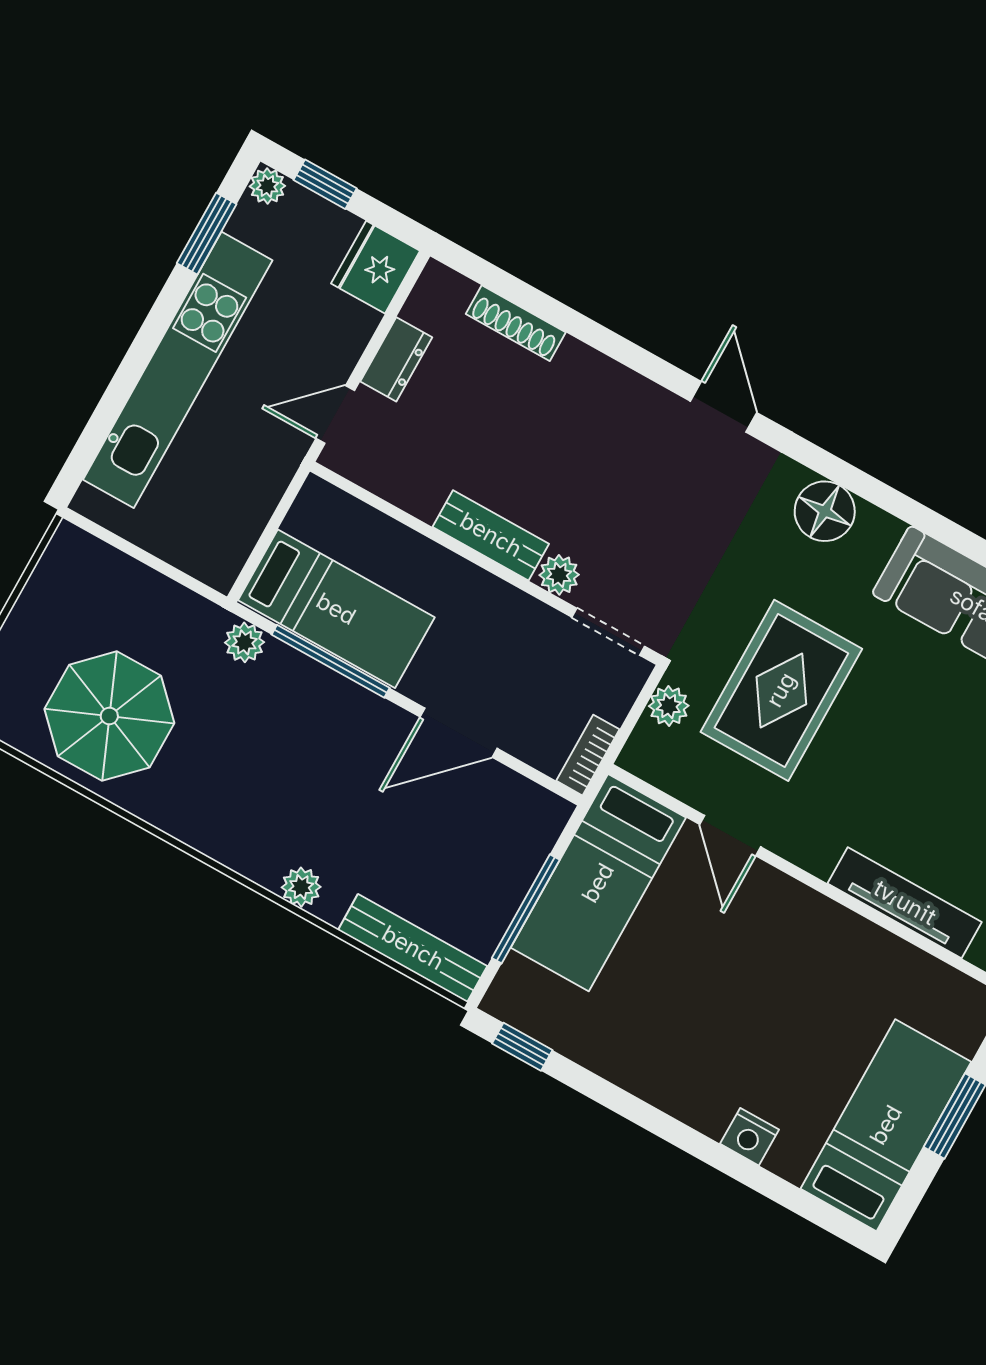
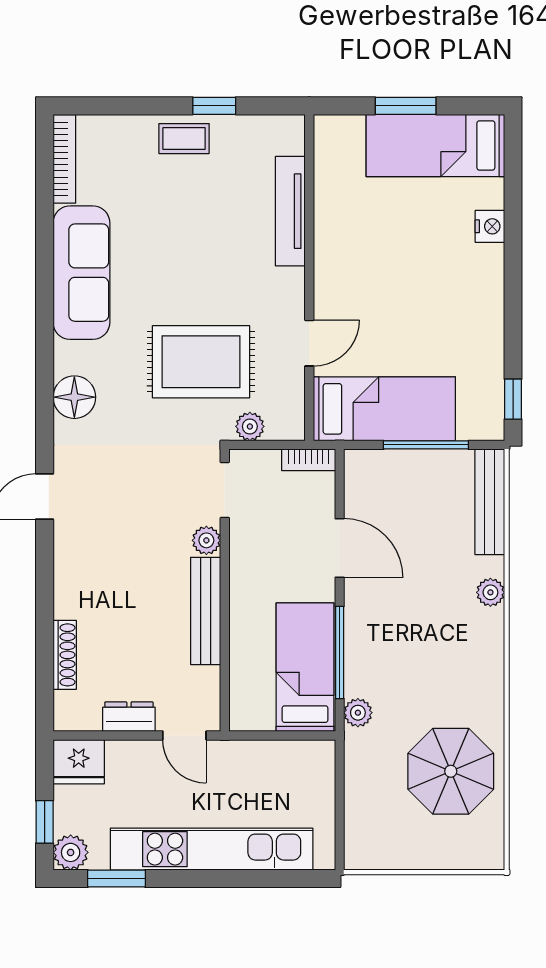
plant: (267, 186) -> (71, 852), width x1.38, depth x1.38
bench: (491, 535) -> (206, 611), width x1.36

